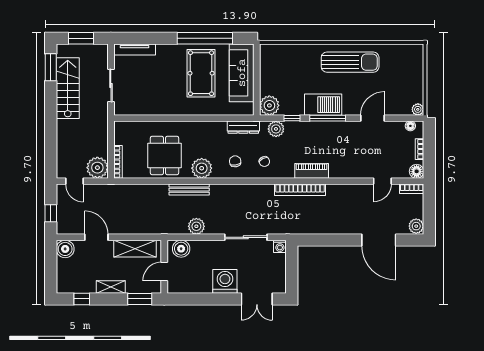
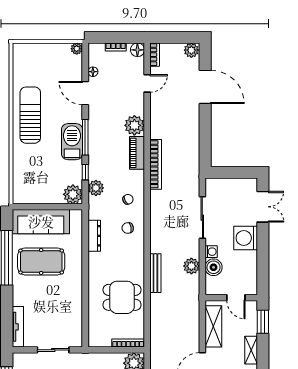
floor lamp: (410, 126) -> (93, 72), moved
dresser: (243, 127) -> (94, 236), moved
plant: (202, 168) -> (134, 125), moved
door: (382, 181) -> (147, 83), hinge flipped
door: (379, 240) -> (205, 87), hinge flipped
washing machine: (280, 246) -> (211, 252), moved
boiler: (181, 249) -> (214, 267), moved

